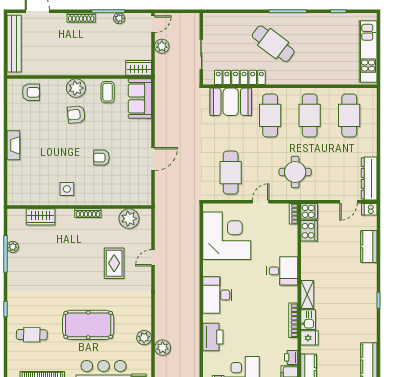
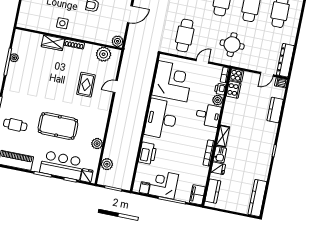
plant: (144, 198) -> (118, 41), added
wardrobe: (41, 217) -> (53, 43), moved
plant: (291, 249) -> (218, 100), added
desk: (217, 295) -> (161, 119), width x1.36, depth x1.30
plant: (163, 348) -> (107, 164), moved
printer: (291, 357) -> (220, 89), moved

